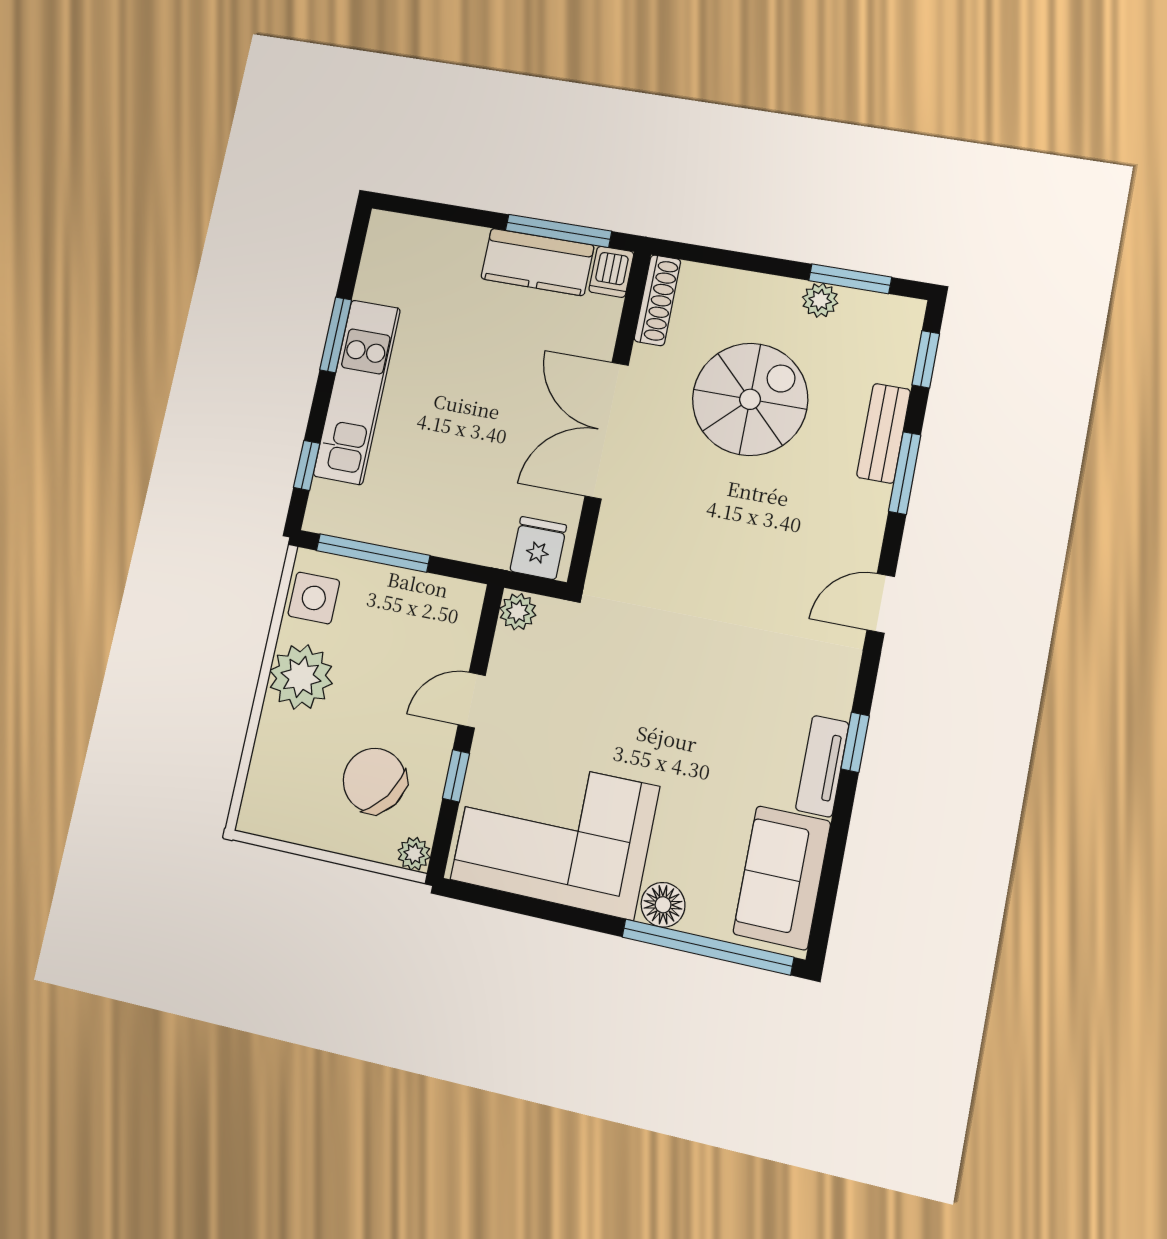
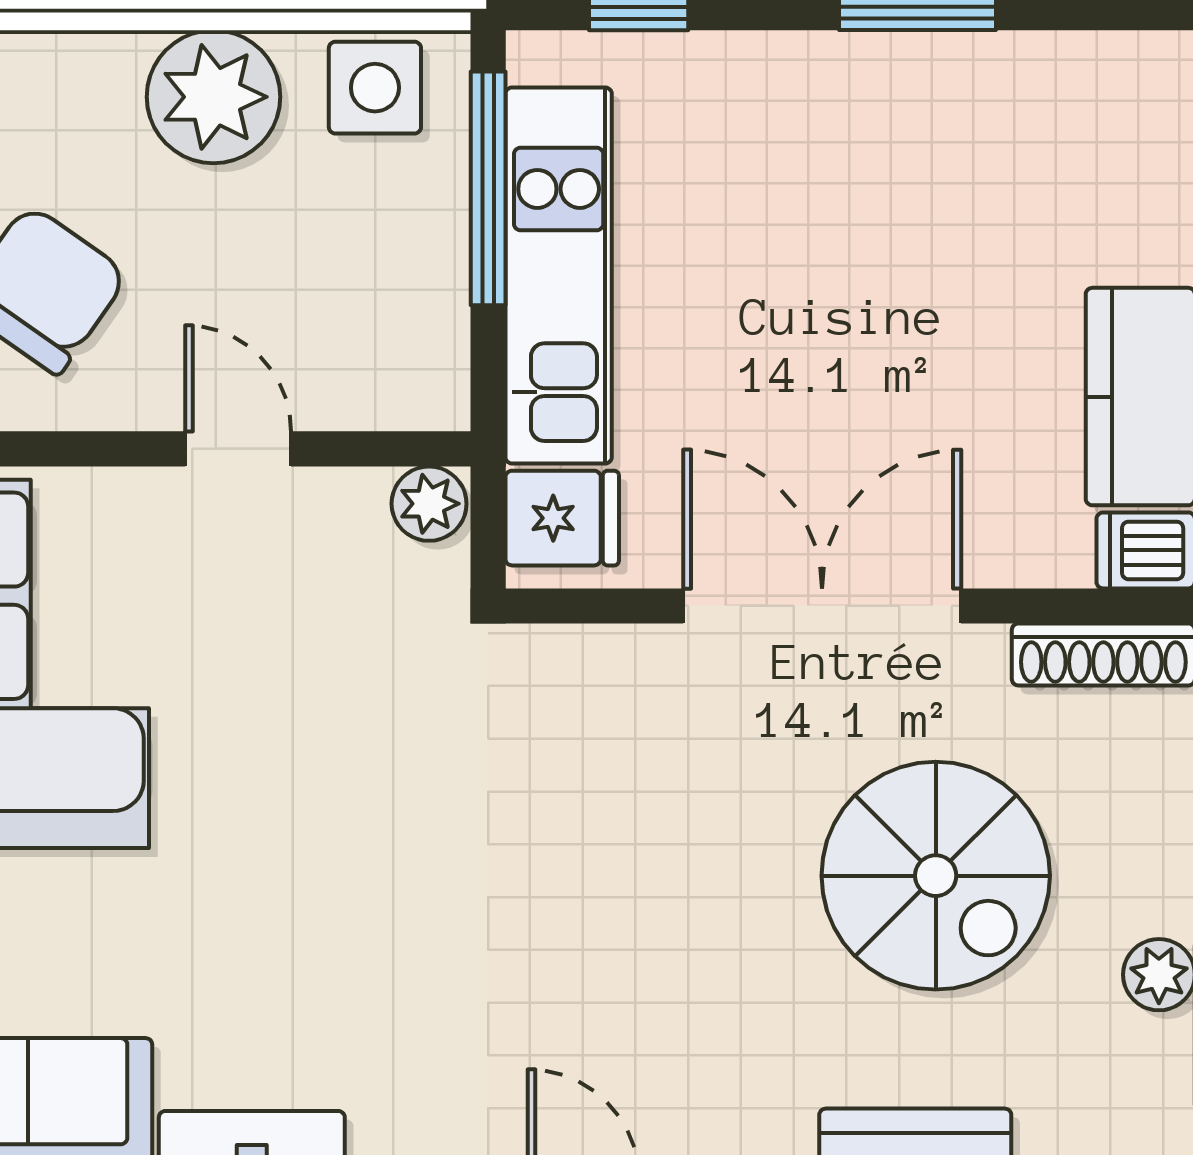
kitchen unit: (357, 392) -> (559, 276), moved, turned -90
window: (456, 776) -> (86, 449), removed

